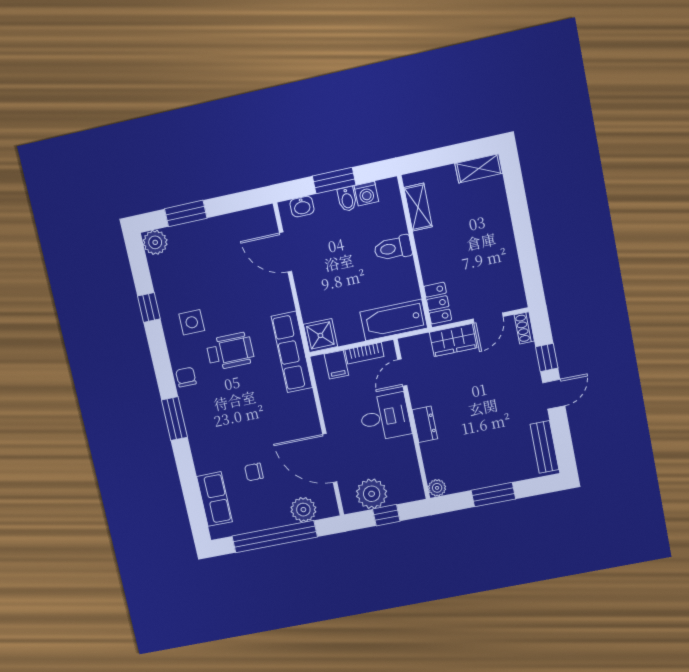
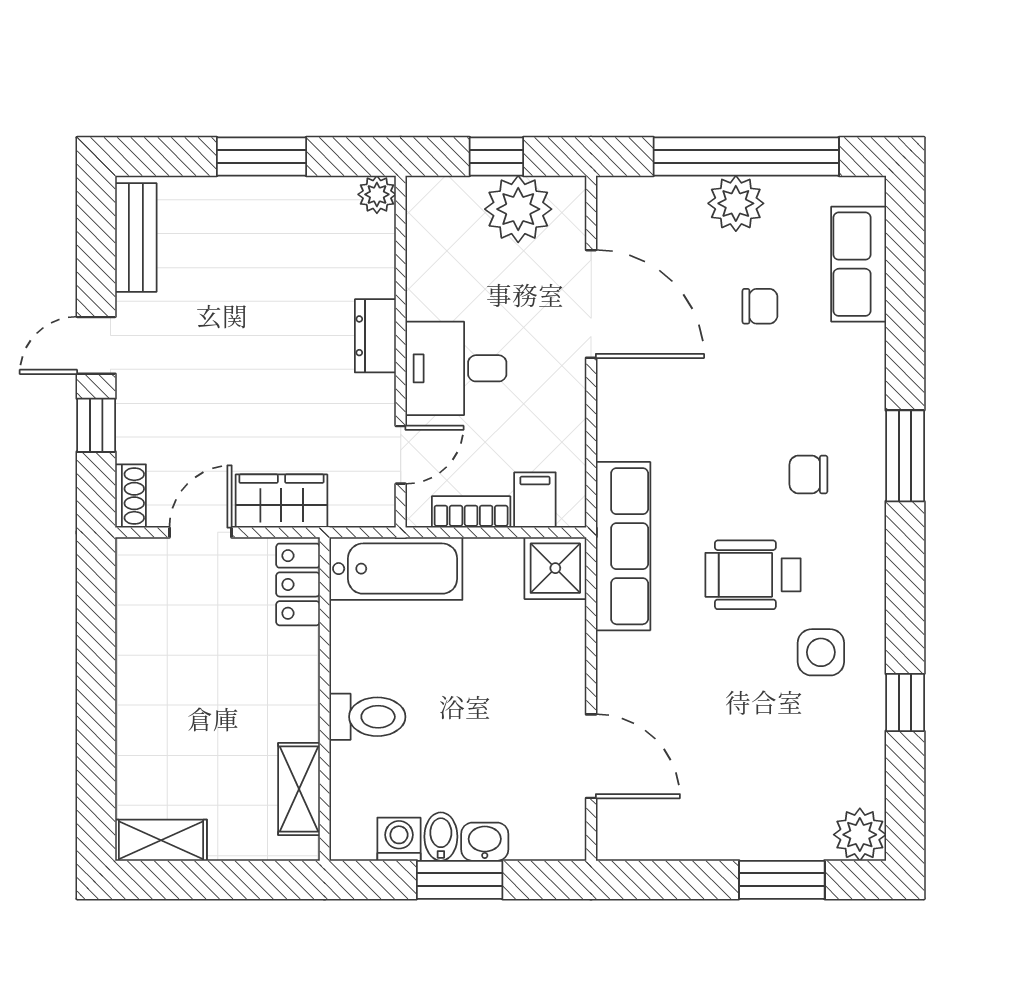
washbasin: (302, 207) -> (485, 842), moved
chair: (186, 377) -> (808, 474), moved, turned 90
plant: (303, 510) -> (736, 203), moved

